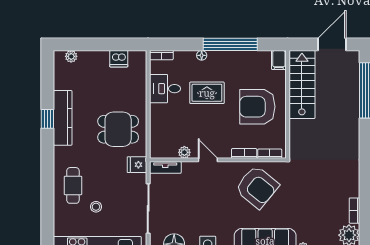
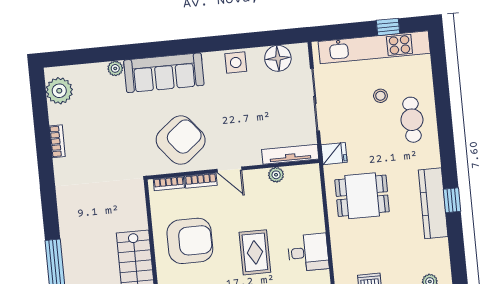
rug: (207, 93) -> (255, 252), turned 90
door: (208, 160) -> (229, 170), moved
tv unit: (165, 167) -> (290, 154), width x1.41
armchair: (257, 187) -> (181, 140), turned 102
bookcase: (354, 211) -> (57, 141), moved

